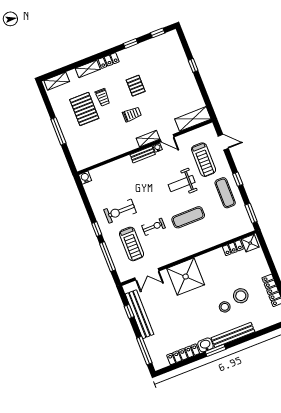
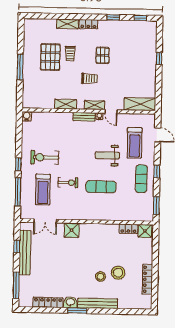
shelving: (57, 81) -> (66, 104), moved
shower: (186, 277) -> (72, 230), width x0.54, depth x0.54

